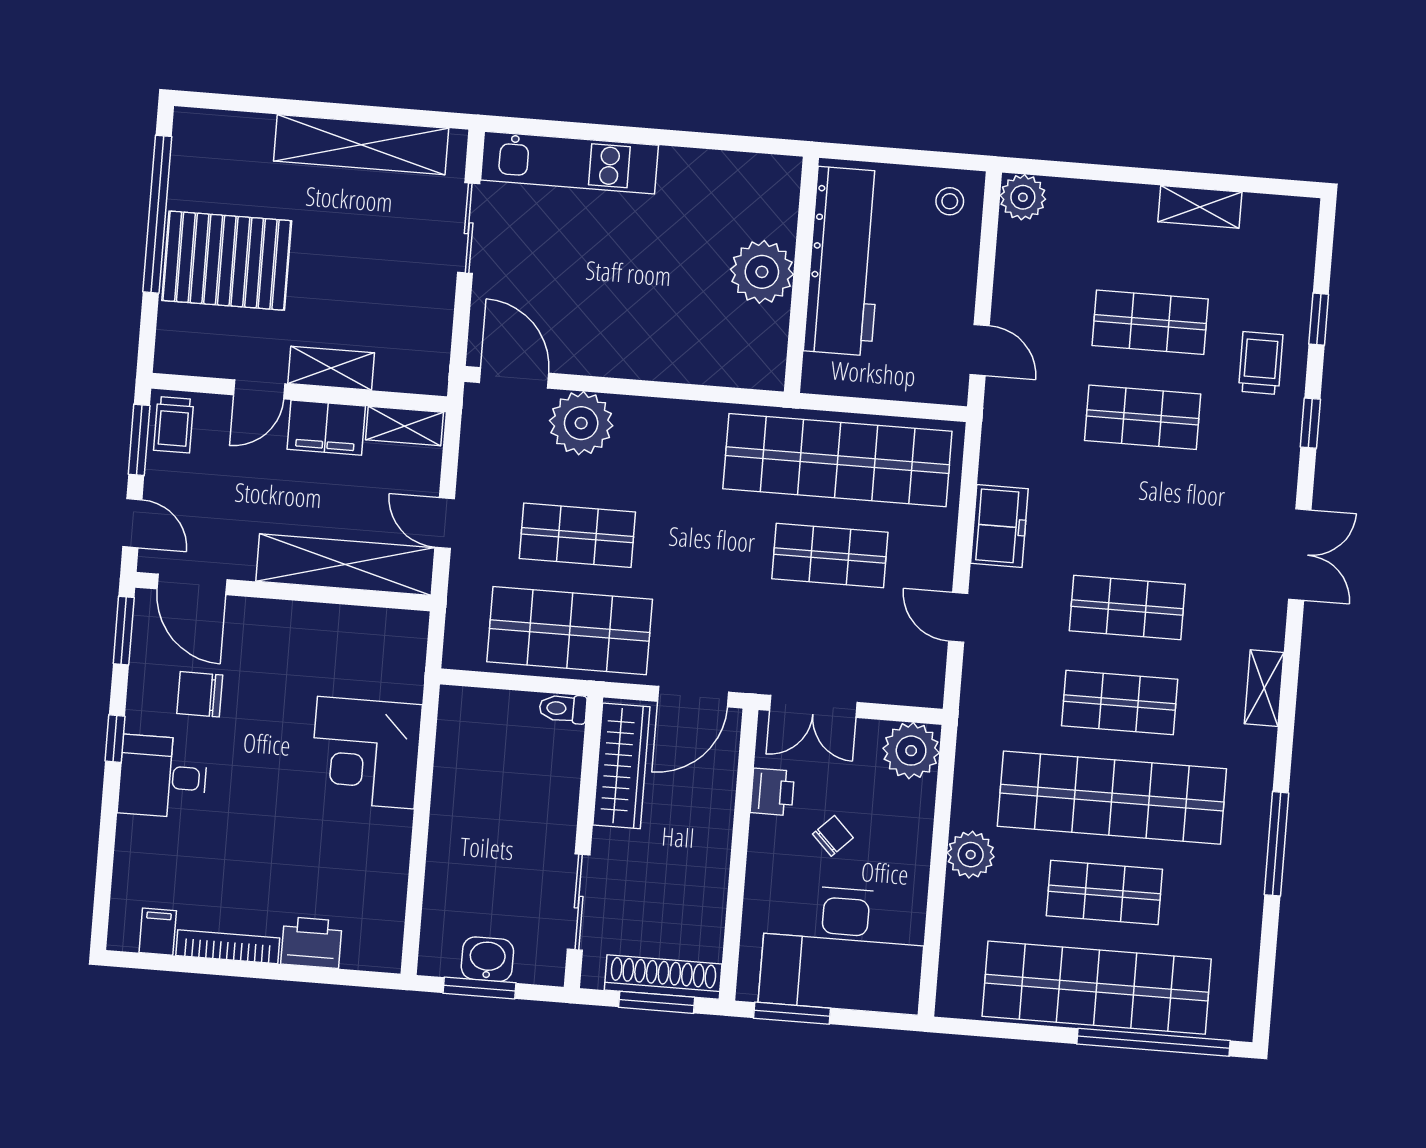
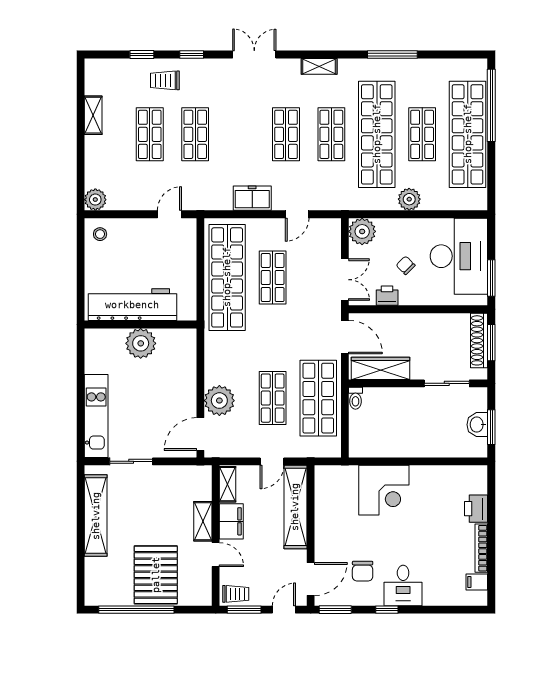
workbench: (844, 261) -> (132, 305), moved
plant: (762, 272) -> (141, 343), moved
wall: (801, 275) -> (141, 324), moved

